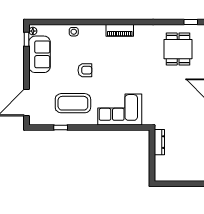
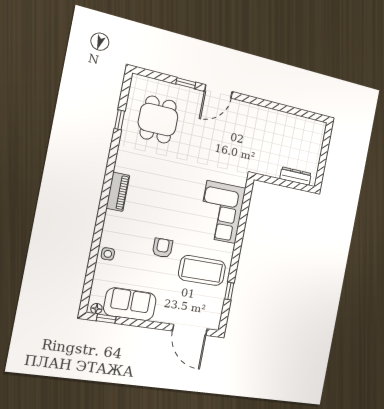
window: (191, 22) -> (120, 120), moved
dining table: (178, 49) -> (158, 120), turned 90
coffee table: (73, 103) -> (202, 271), turned 90
dresser: (159, 142) -> (296, 176), moved

